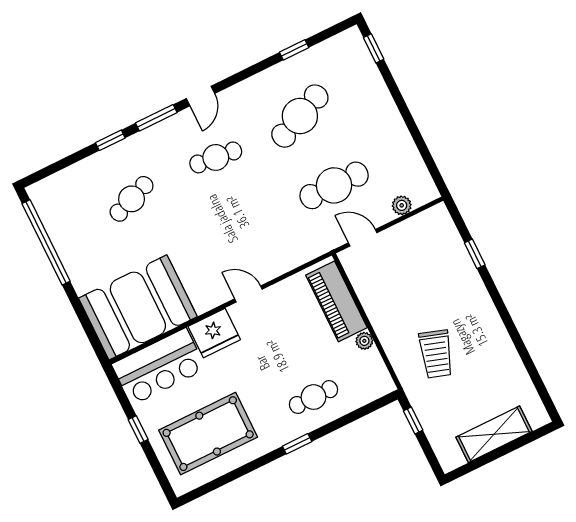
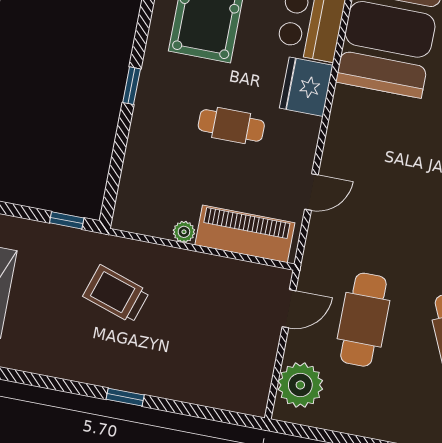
plant: (402, 205) -> (300, 385), width x1.87, depth x1.87
window: (475, 254) -> (125, 397), moved
door: (248, 294) -> (311, 192), moved
cafe table: (313, 397) -> (231, 125), moved, turned 90

